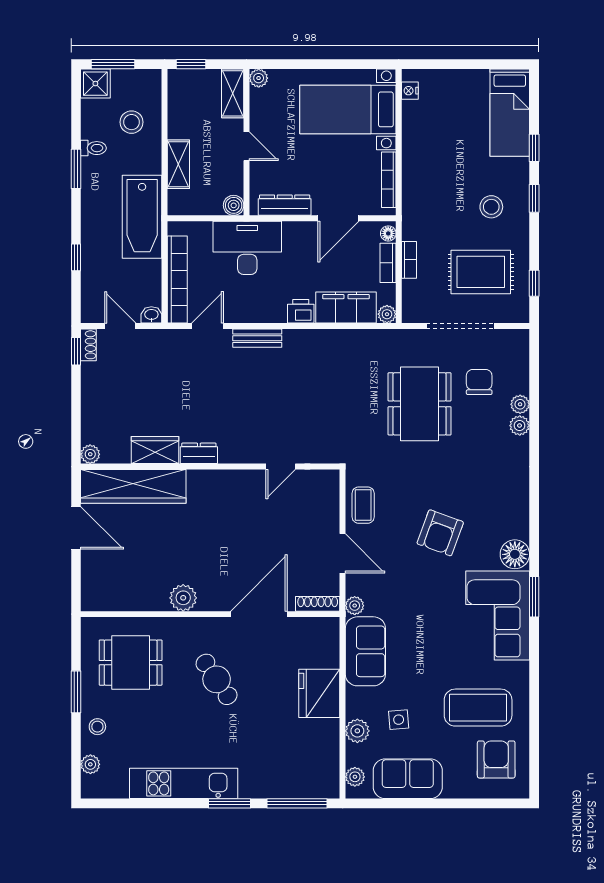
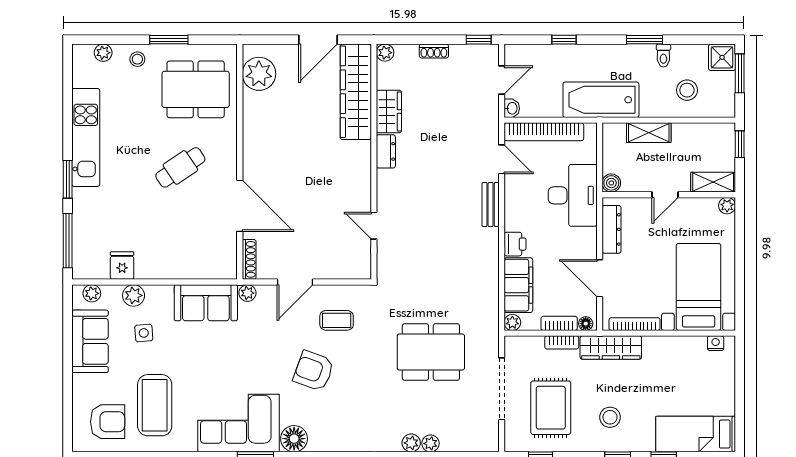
wardrobe: (415, 206) -> (611, 348), added
shoe rack: (88, 345) -> (434, 51), moved
chair: (479, 382) -> (451, 406), removed
coffee table: (363, 505) -> (337, 320), moved
plant: (183, 598) -> (259, 74), moved, width x1.36, depth x1.36
dining table: (131, 663) -> (196, 89), width x1.38
fridge: (319, 693) -> (122, 266), moved, width x0.53, depth x0.75

